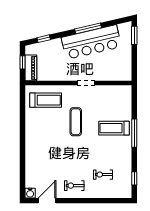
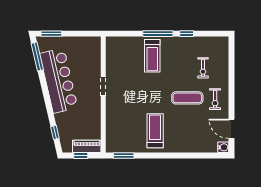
window: (88, 28) -> (37, 57), moved
treadmill: (46, 100) -> (155, 131), moved
window: (23, 102) -> (124, 156), added
exercise mat: (76, 122) -> (187, 98), moved
window: (134, 178) -> (187, 34), moved

